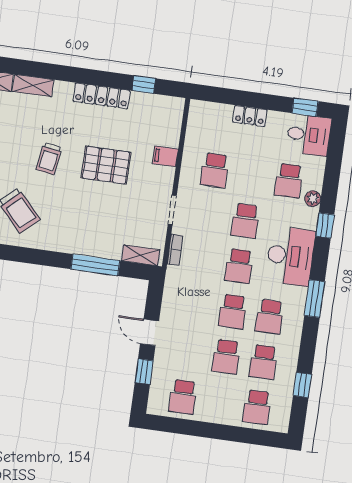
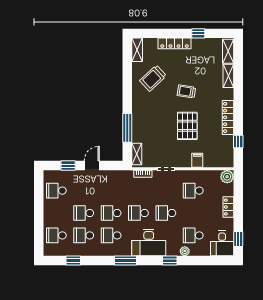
plant: (199, 111) -> (227, 177), added

